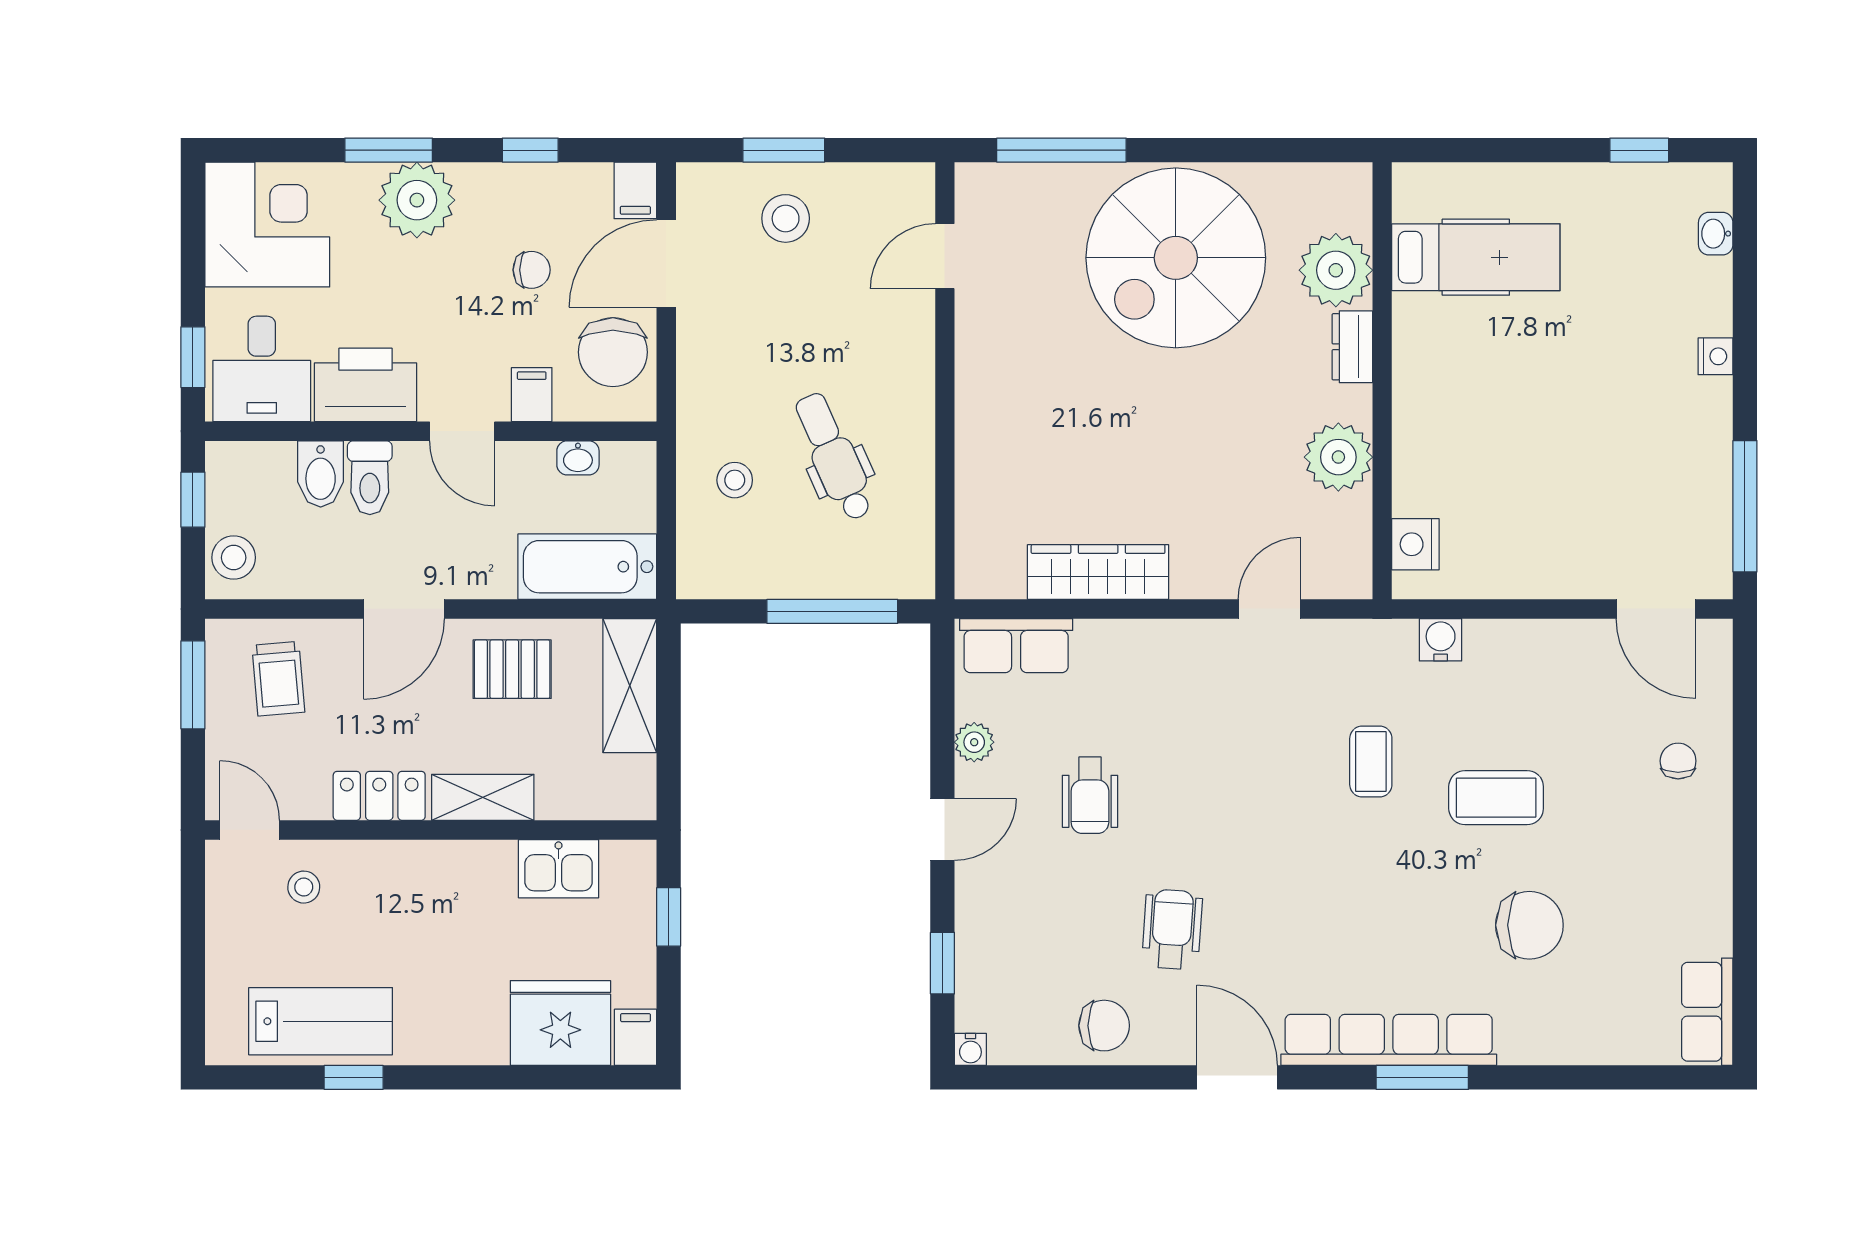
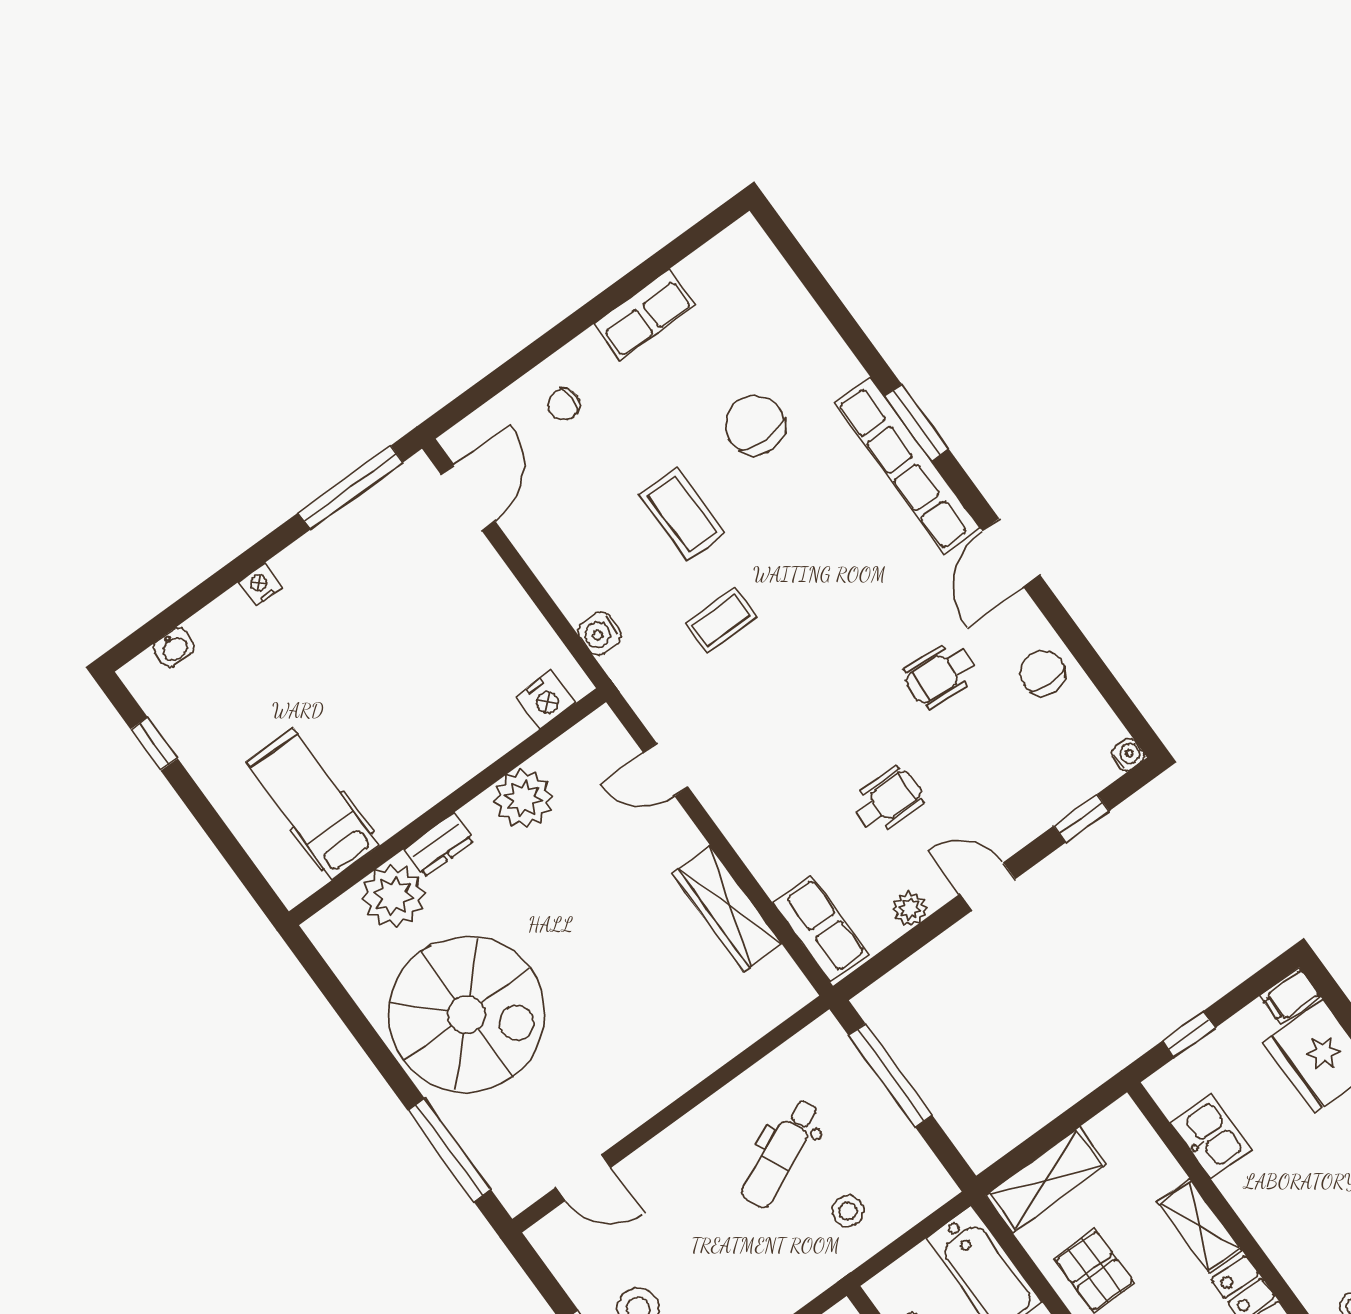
row of seats: (1707, 1012) -> (645, 314), moved

